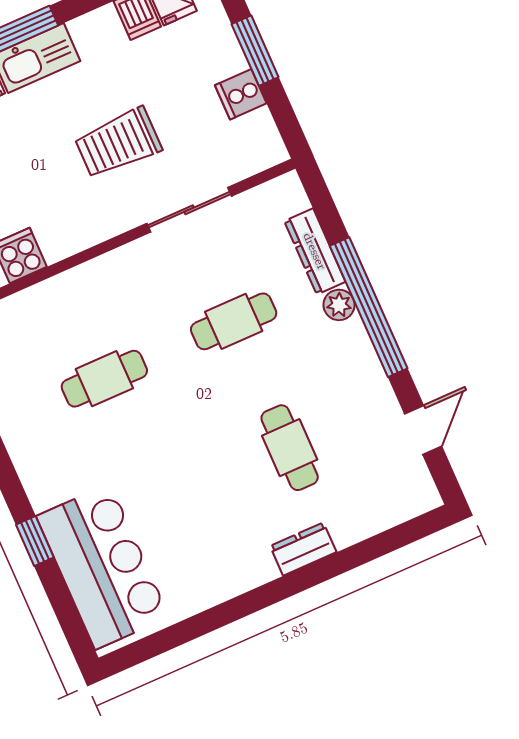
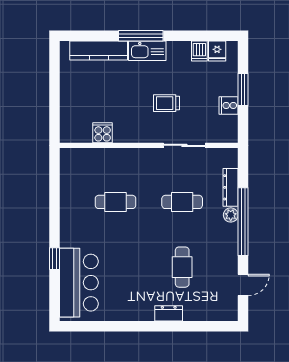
trolley: (118, 143) -> (166, 103), width x0.73, depth x0.72

